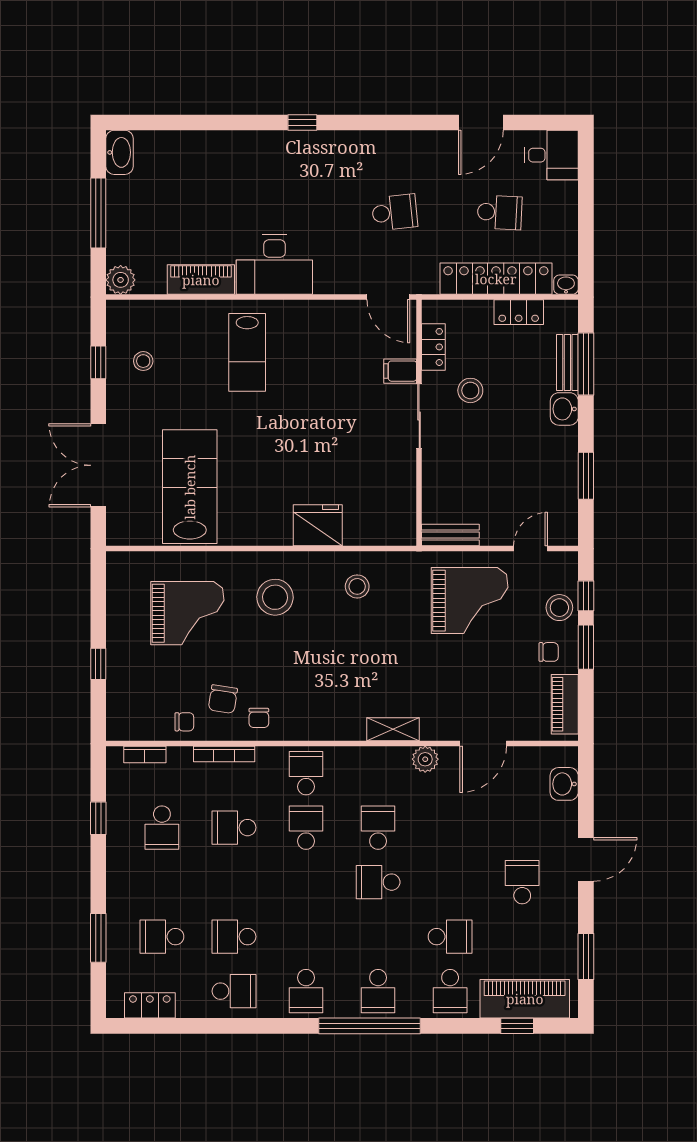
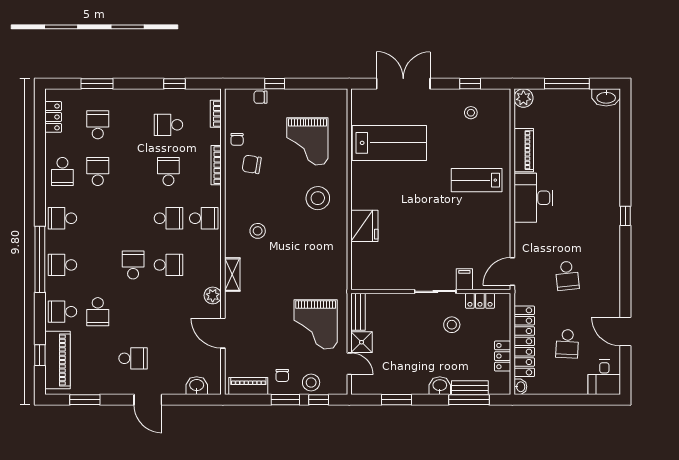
shower: (497, 530) -> (362, 342), added
stool: (357, 586) -> (258, 231), moved
chair: (259, 718) -> (260, 97), moved

